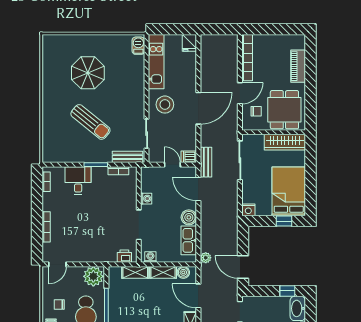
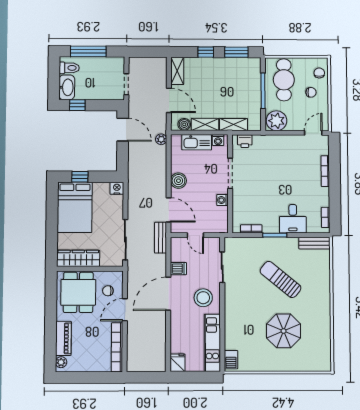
plant: (300, 44) -> (61, 362), added
bench: (127, 157) -> (314, 243), moved
dishwasher: (189, 157) -> (178, 269), moved
kitchen sink: (189, 240) -> (197, 142), moved, turned 90

